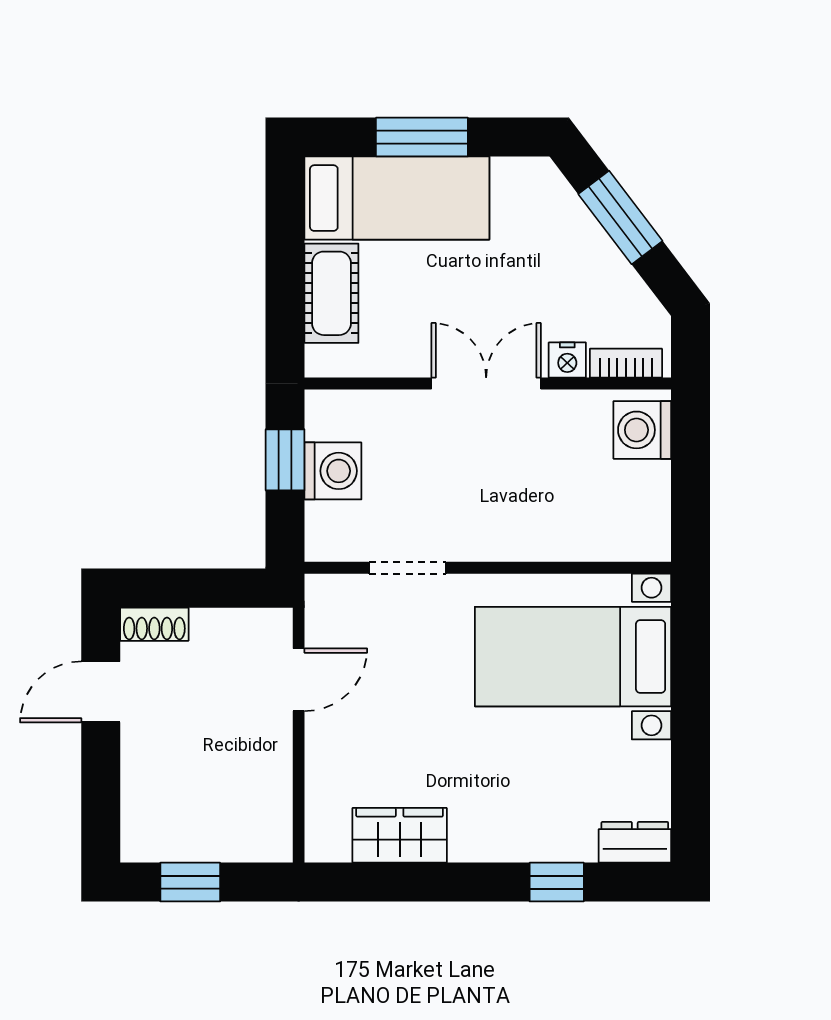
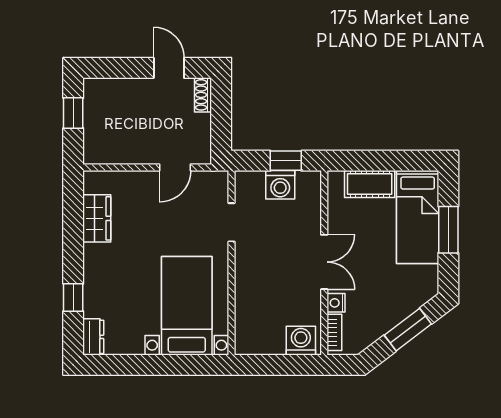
door: (299, 680) -> (175, 168), hinge flipped

